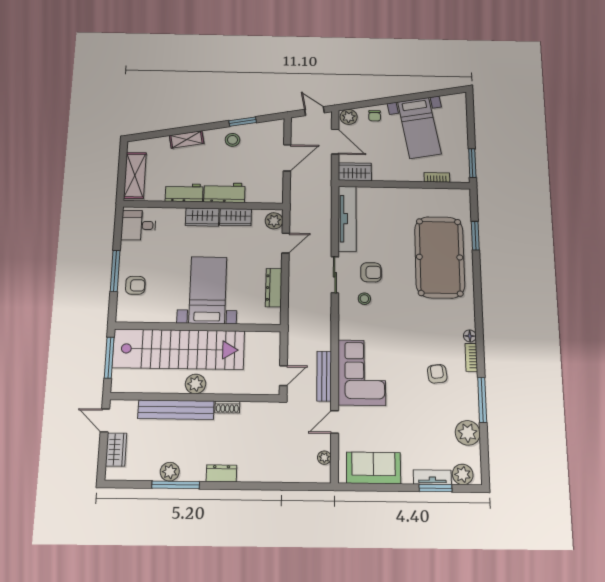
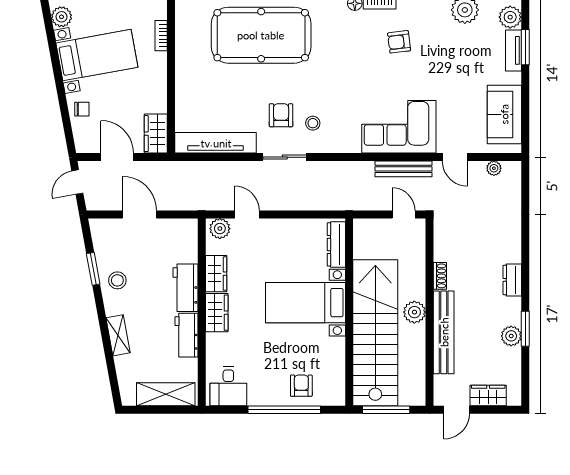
plant: (349, 117) -> (62, 17), moved
door: (335, 142) -> (117, 157), hinge flipped
window: (115, 271) -> (284, 410), width x1.46
dresser: (274, 288) -> (336, 244), moved, turned 90
window: (176, 485) -> (525, 329), width x0.69

